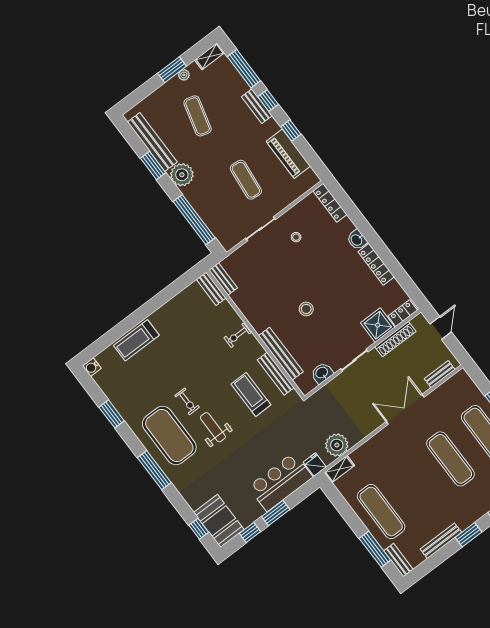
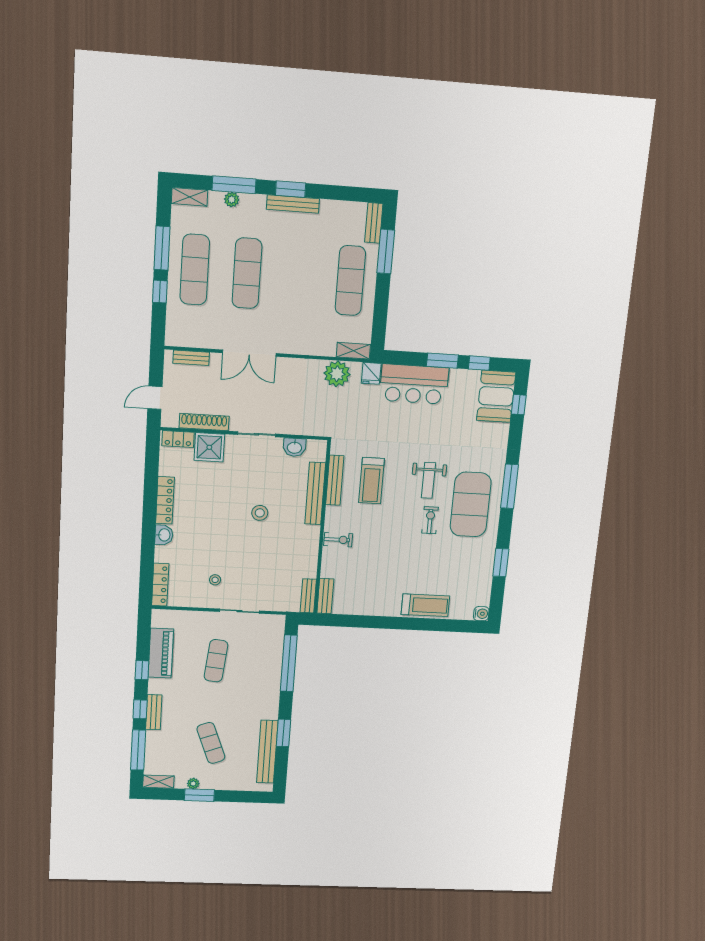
exercise mat: (198, 116) -> (211, 743), turned -36
plant: (182, 175) -> (266, 707), removed
bench: (441, 541) -> (293, 204), moved

